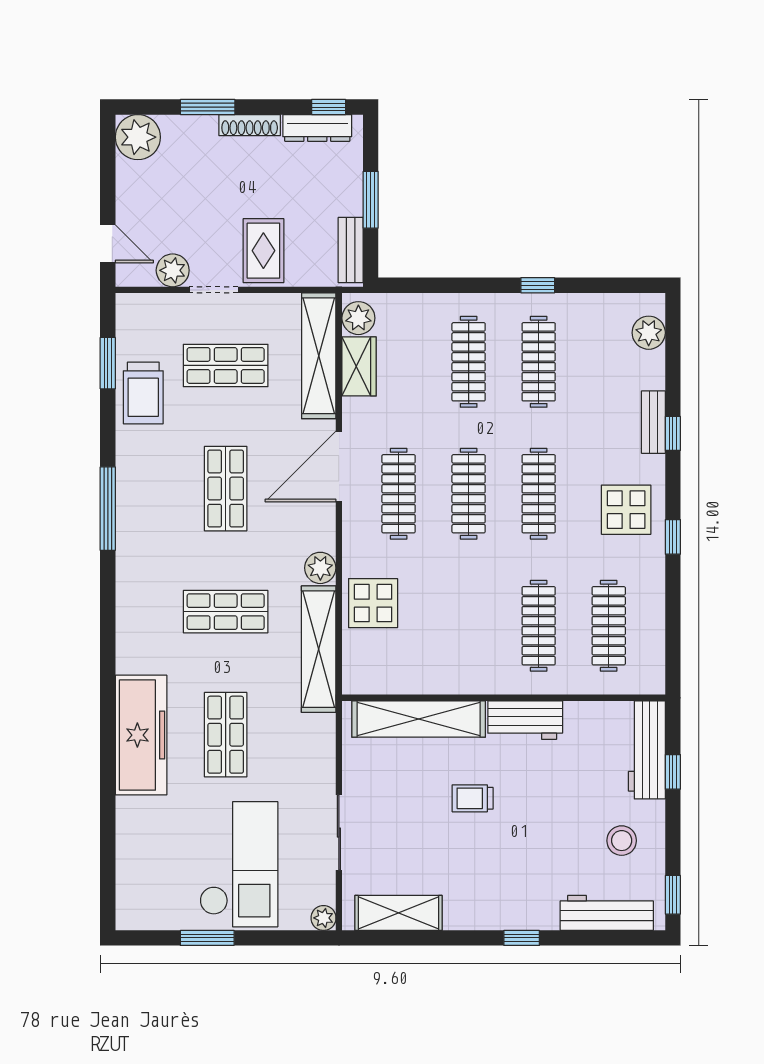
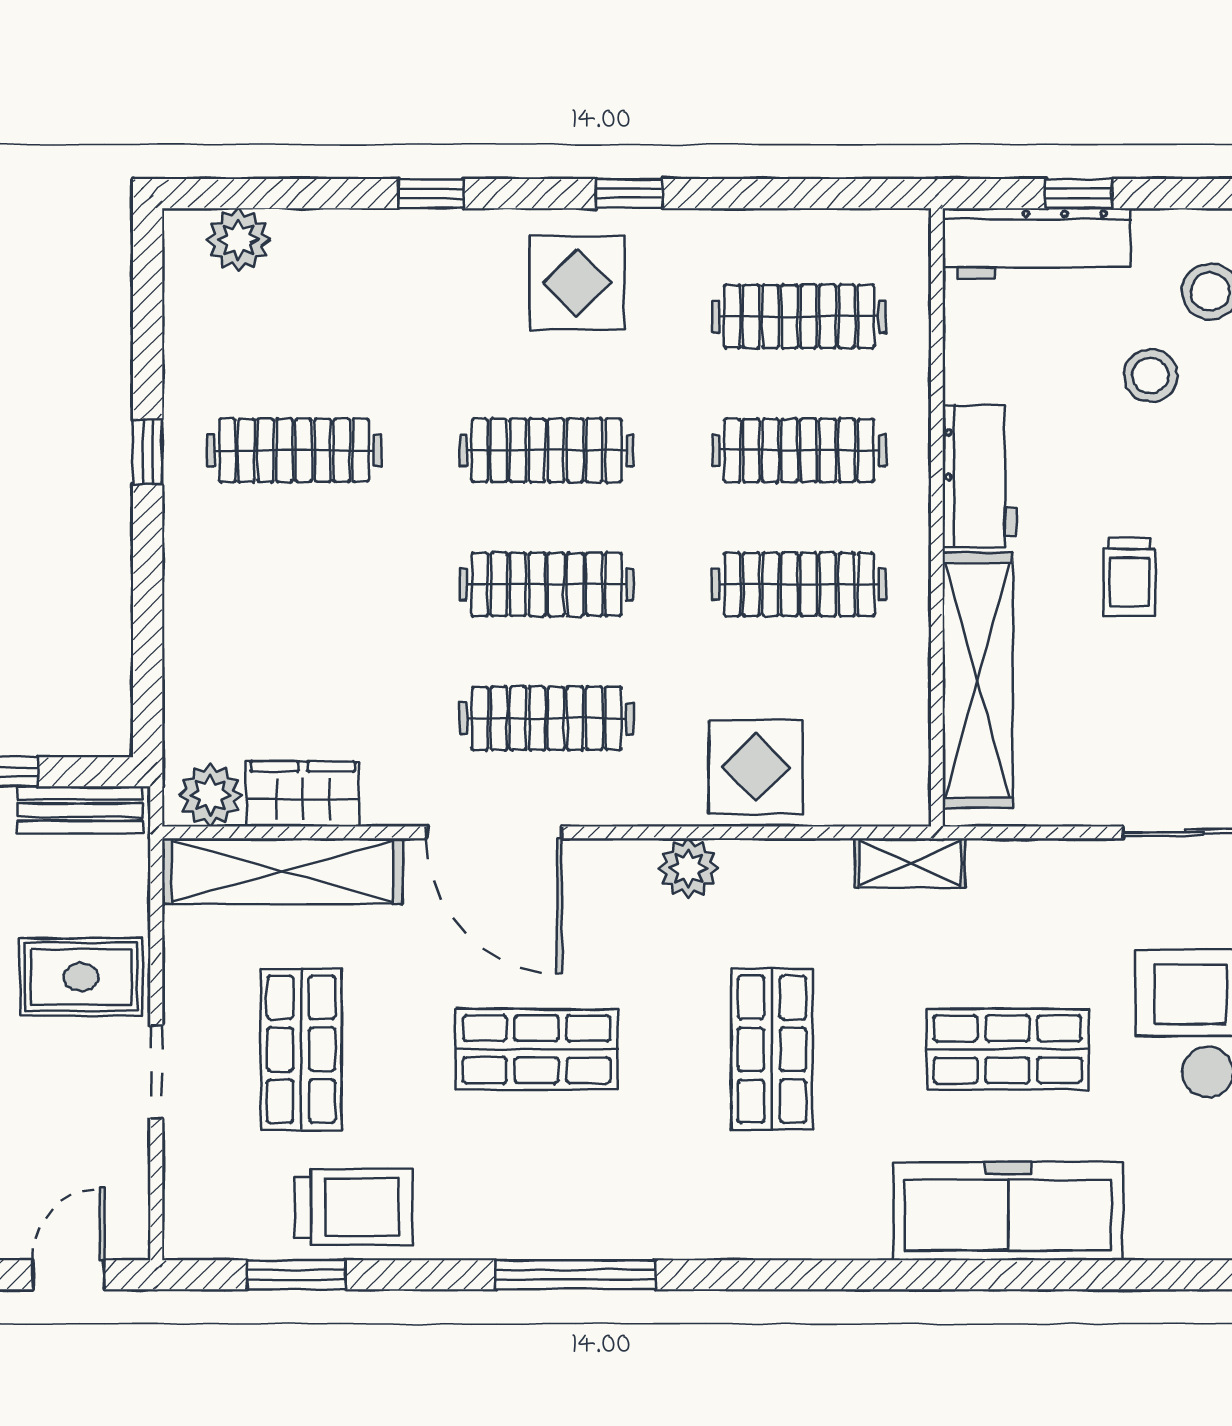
plant: (173, 270) -> (119, 1151), removed
clothes rail: (469, 362) -> (799, 584), moved
bench: (653, 422) -> (409, 231), removed
shelving: (319, 649) -> (910, 863), width x0.45, depth x0.75
stool: (578, 809) -> (1151, 376), added

